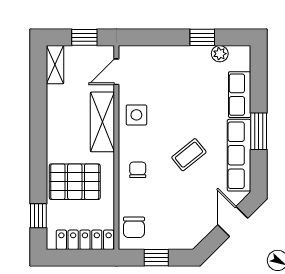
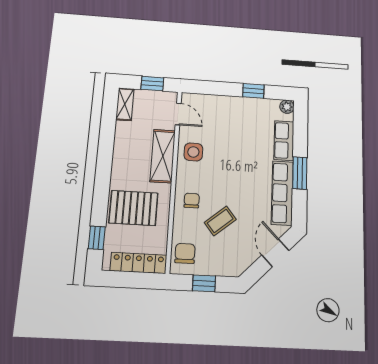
plant: (220, 54) -> (287, 107), moved
door: (116, 72) -> (178, 114), swing flipped
coffee table: (189, 155) -> (220, 221), moved
chair: (134, 227) -> (185, 253), turned 180

